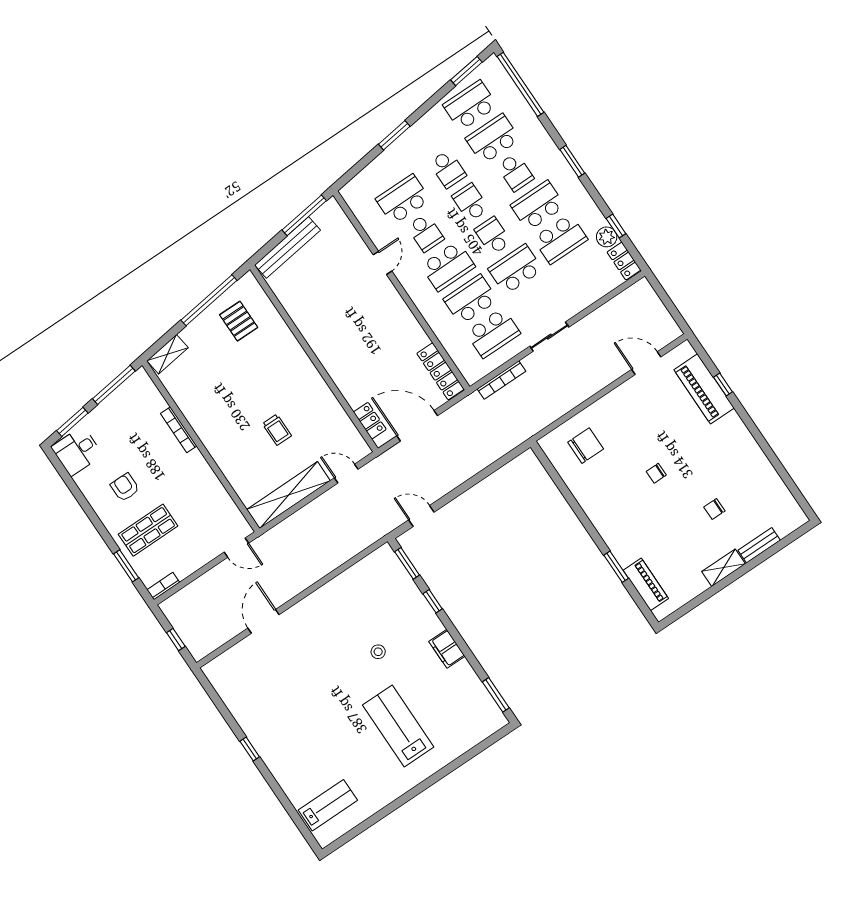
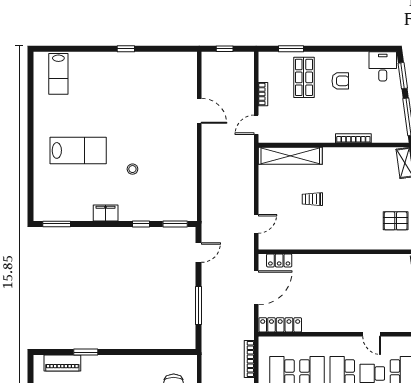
window: (480, 476) -> (199, 306), added
shelving: (288, 495) -> (290, 156), moved, turned 90
bookcase: (163, 586) -> (263, 94), moved

